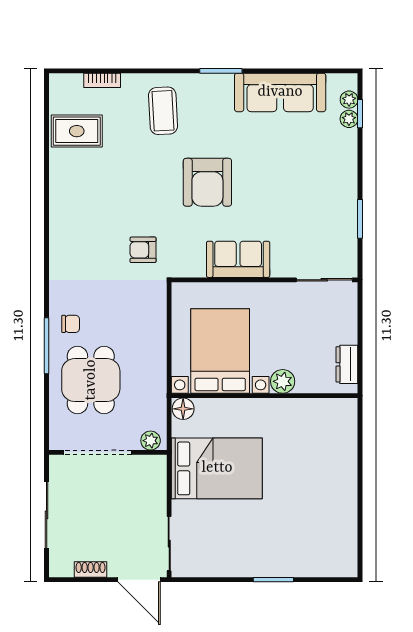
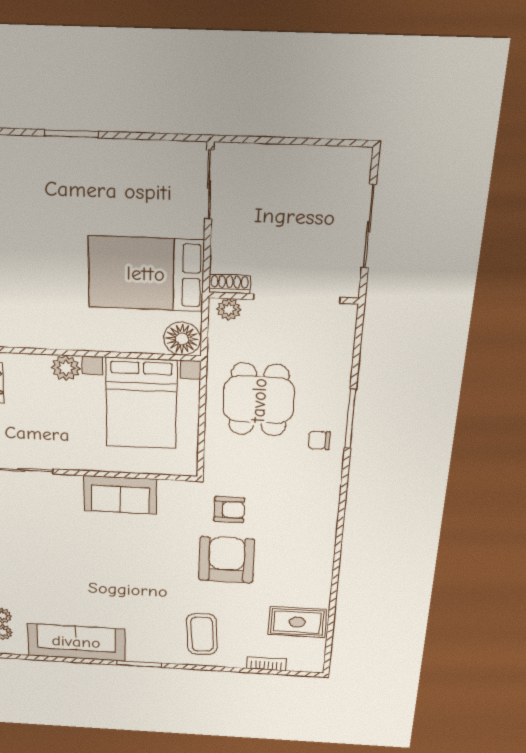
armchair: (207, 182) -> (227, 560), moved
dining table: (91, 380) -> (259, 400), moved
floor lamp: (183, 409) -> (182, 339), width x1.38, depth x1.38
shoe rack: (91, 570) -> (230, 284), moved, turned 180
door: (139, 580) -> (251, 140), removed

